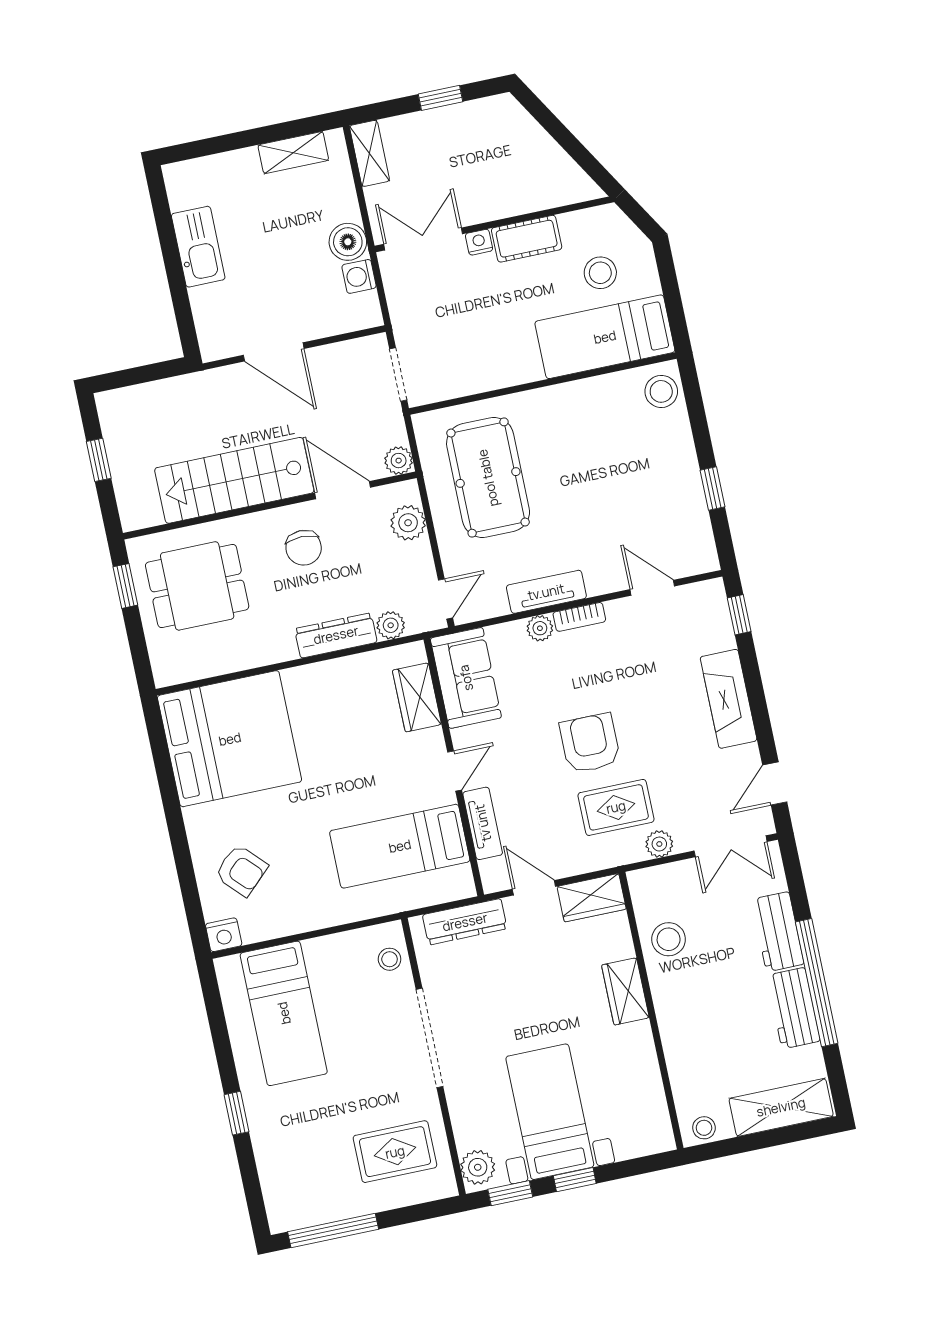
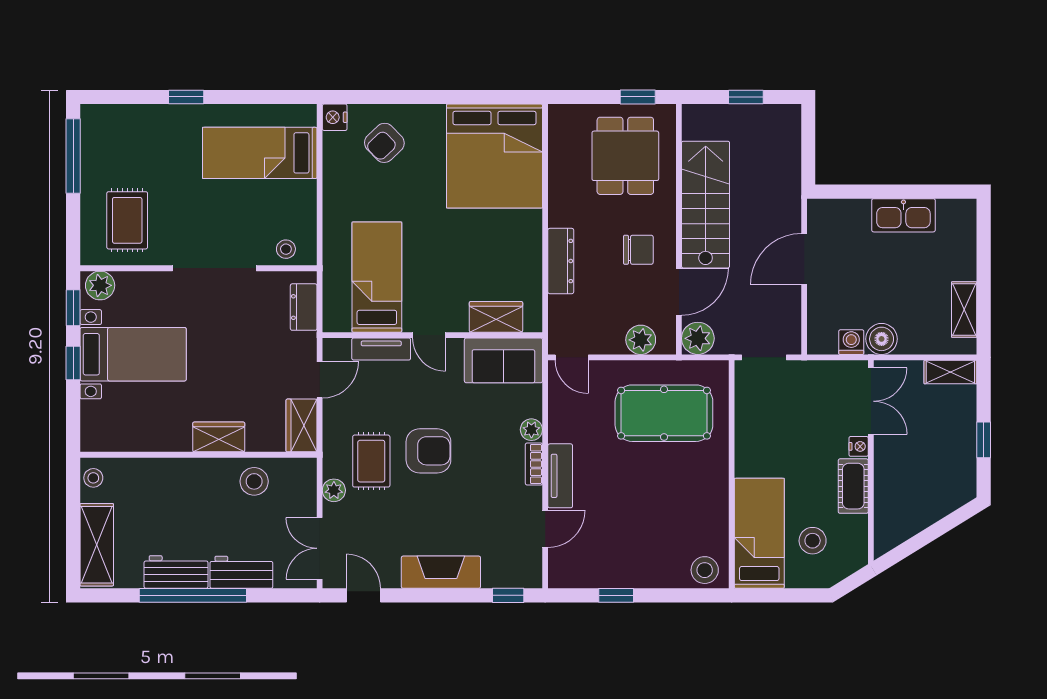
plant: (399, 461) -> (698, 338), width x1.38, depth x1.38
chair: (304, 548) -> (638, 250), turned 180
tv unit: (546, 592) -> (560, 476), moved
plant: (391, 625) -> (560, 308), removed
dresser: (465, 922) -> (304, 307), width x0.70

